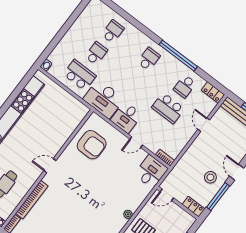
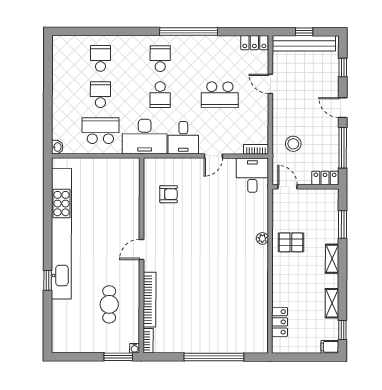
school desk: (185, 86) -> (160, 95), moved
armchair: (92, 145) -> (169, 194), width x0.53, depth x0.53
stool: (210, 177) -> (293, 144), moved
door: (167, 195) -> (287, 187), swing flipped

